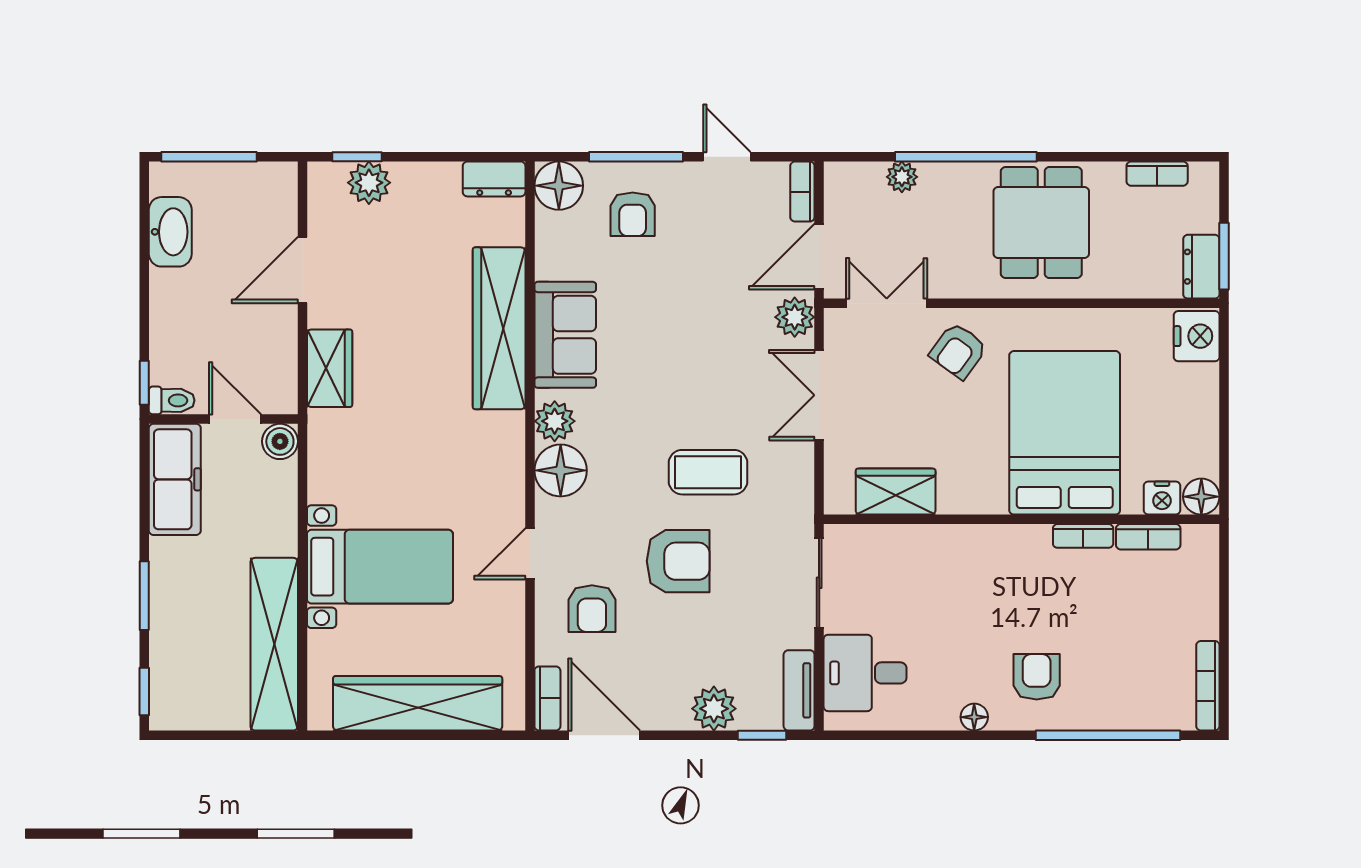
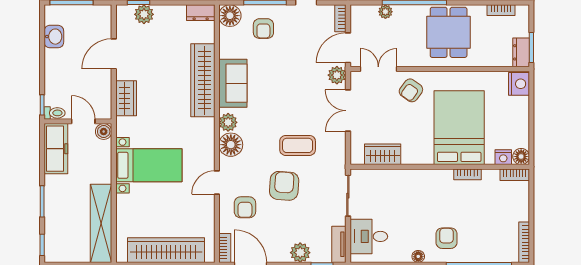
washbasin: (170, 232) -> (54, 37), width x0.72
bookcase: (1148, 537) -> (515, 175), moved
armchair: (678, 561) -> (284, 186), turned -86
bed with nightstands: (380, 567) -> (149, 165), moved

